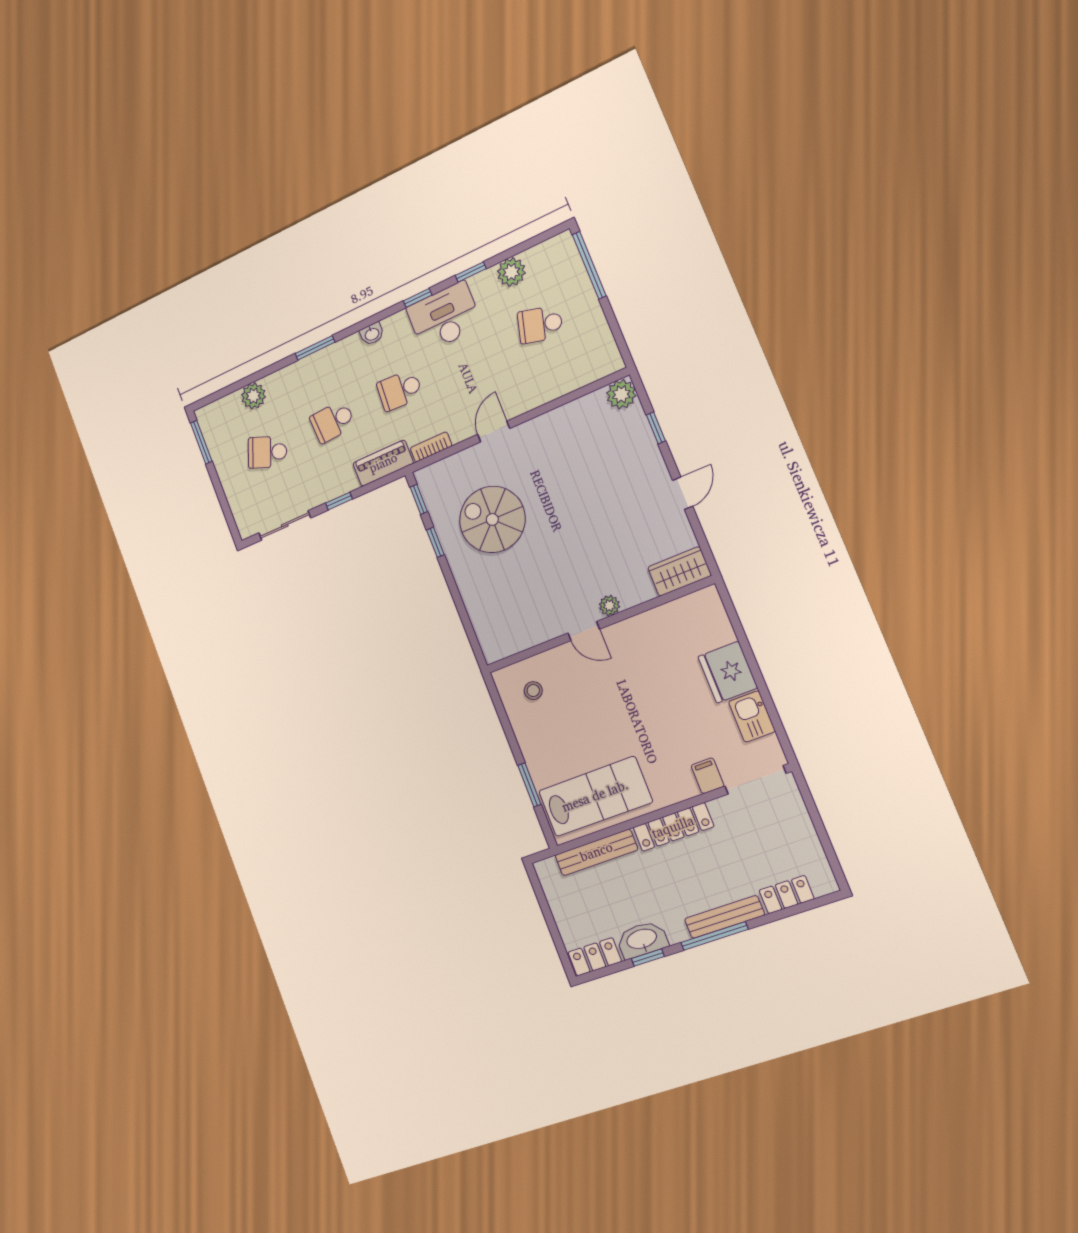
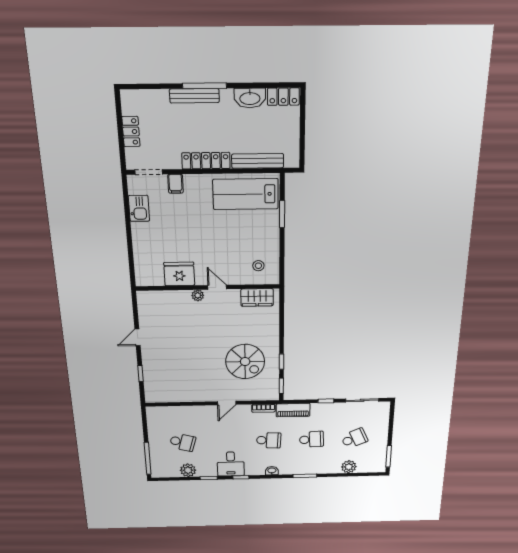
desk: (444, 317) -> (231, 464), width x0.73
plant: (621, 394) -> (153, 395), removed
school desk: (267, 452) -> (354, 438), turned -45
wardrobe: (680, 571) -> (257, 297), moved
fridge: (728, 672) -> (179, 274), moved, turned -90
doorway: (755, 780) -> (149, 172), width x0.73
locker: (787, 895) -> (131, 132), moved, turned -90
window: (648, 958) -> (250, 85), removed

